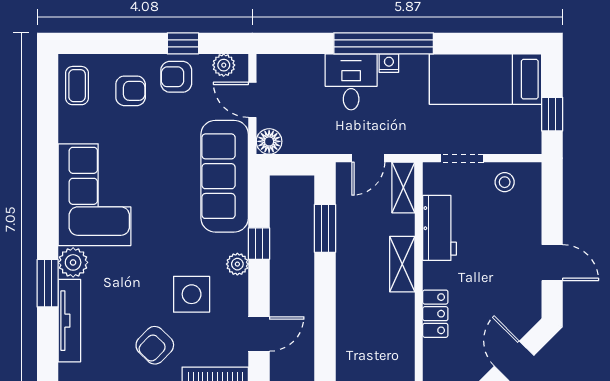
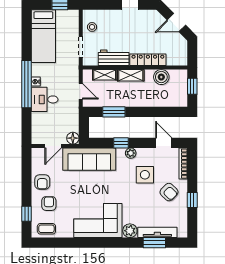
window: (183, 43) -> (26, 214), moved
plant: (224, 65) -> (37, 160), removed
shelving: (403, 188) -> (105, 75), moved
window: (48, 283) -> (154, 243), moved
locker: (435, 314) -> (148, 60), width x1.53
boiler: (399, 329) -> (161, 77), added

